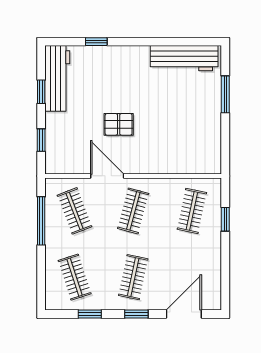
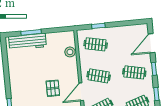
workbench: (184, 58) -> (27, 42), moved, turned 90
stool: (182, 162) -> (70, 52), added
door: (184, 314) -> (152, 43), hinge flipped

